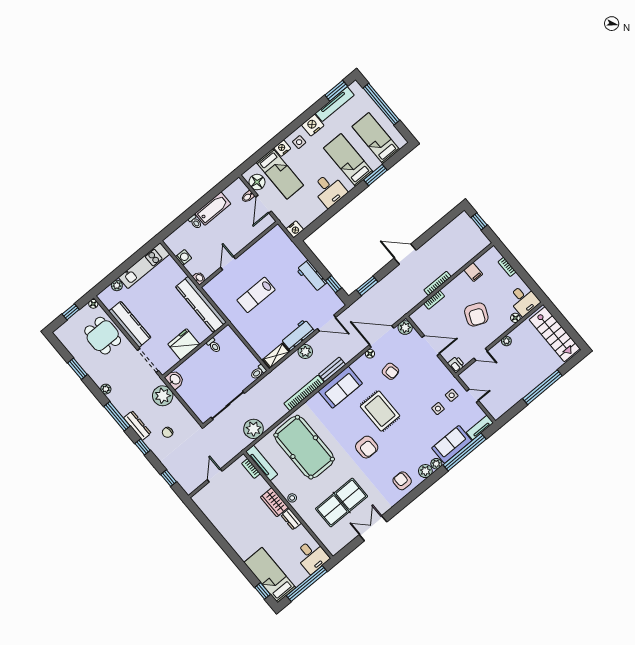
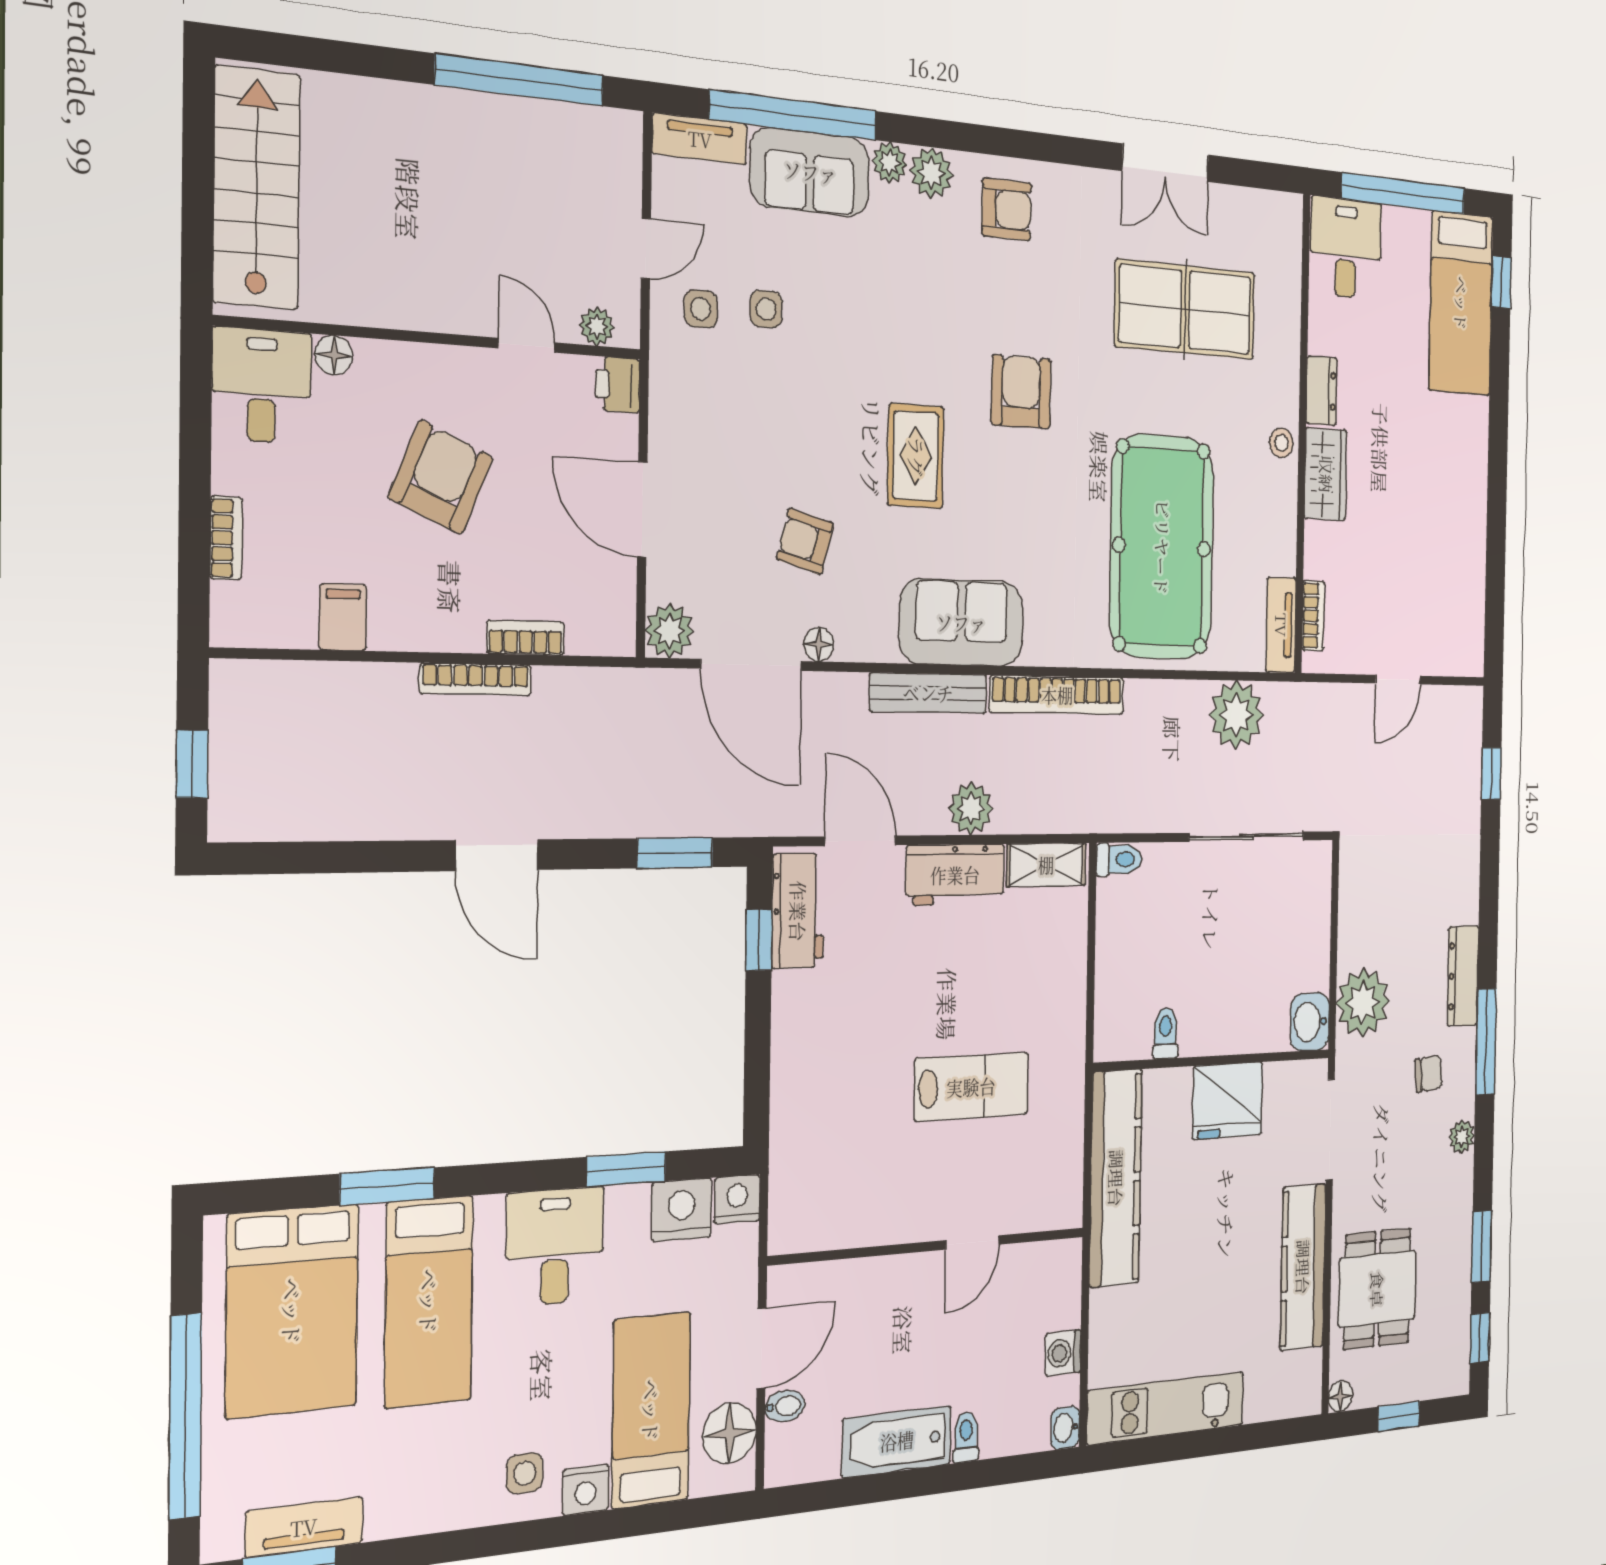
tv unit: (335, 104) -> (304, 1527), width x0.71
nightstand: (313, 125) -> (682, 1210), moved, turned 180
bed: (376, 138) -> (292, 1311), width x1.50
window: (326, 216) -> (626, 1169), added
workbench: (312, 276) -> (798, 911), moved
washbasin: (199, 278) -> (1065, 1428), moved
plant: (117, 285) -> (1260, 1404), removed
plant: (506, 341) -> (597, 326), moved
bench: (332, 369) -> (928, 693), width x1.36
armchair: (390, 371) -> (805, 541), turned -64
window: (542, 387) -> (520, 80), moved
door: (473, 396) -> (646, 249), swing flipped
rug: (380, 411) -> (916, 456), width x0.73, depth x0.70
chair: (168, 432) -> (1429, 1074), moved
window: (143, 447) -> (1480, 1338), moved
tv unit: (262, 463) -> (1281, 625), width x0.71
armchair: (402, 481) -> (1007, 209), turned -90

